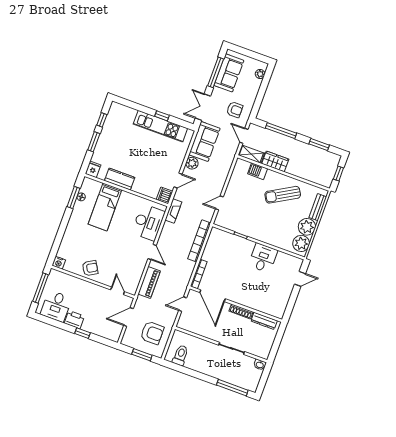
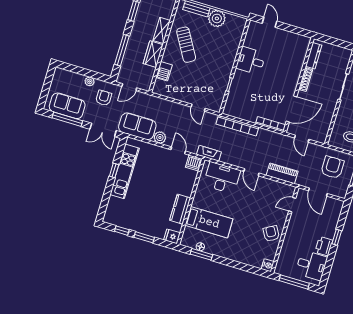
plant: (260, 74) -> (90, 81), moved
shelving: (251, 154) -> (162, 30), moved
plant: (301, 243) -> (234, 23), removed
door: (152, 252) -> (251, 172), swing flipped

